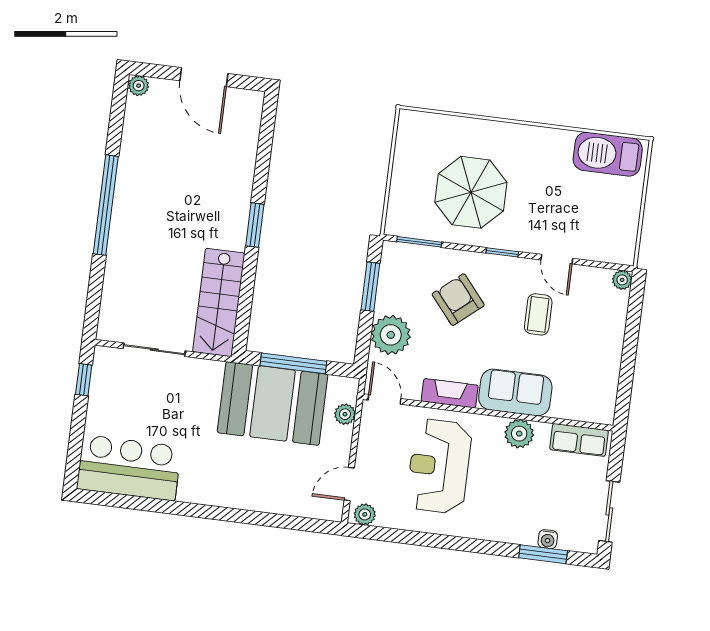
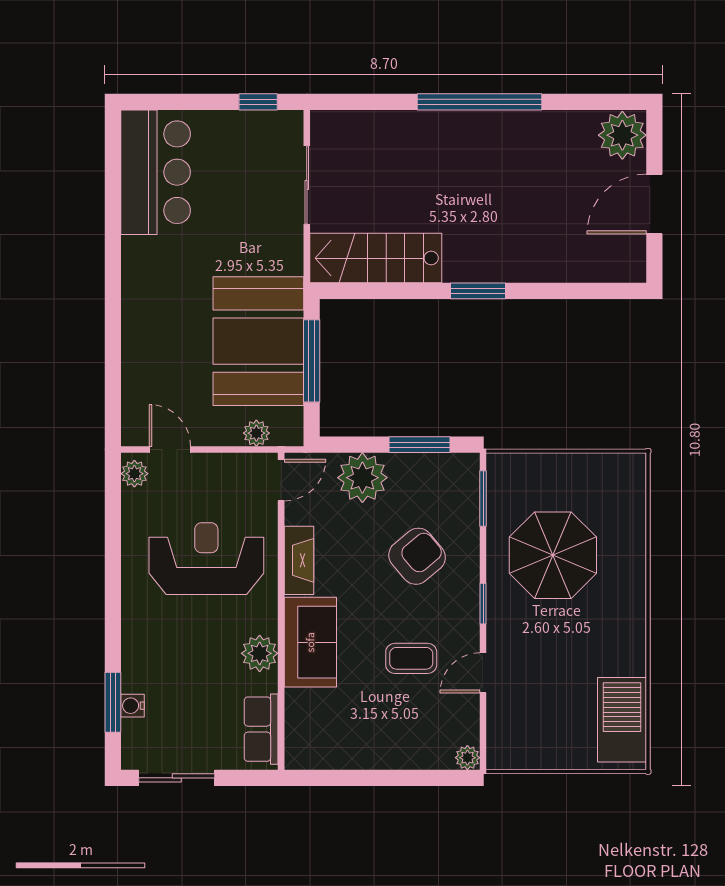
plant: (139, 86) -> (622, 135), width x1.88, depth x1.88

